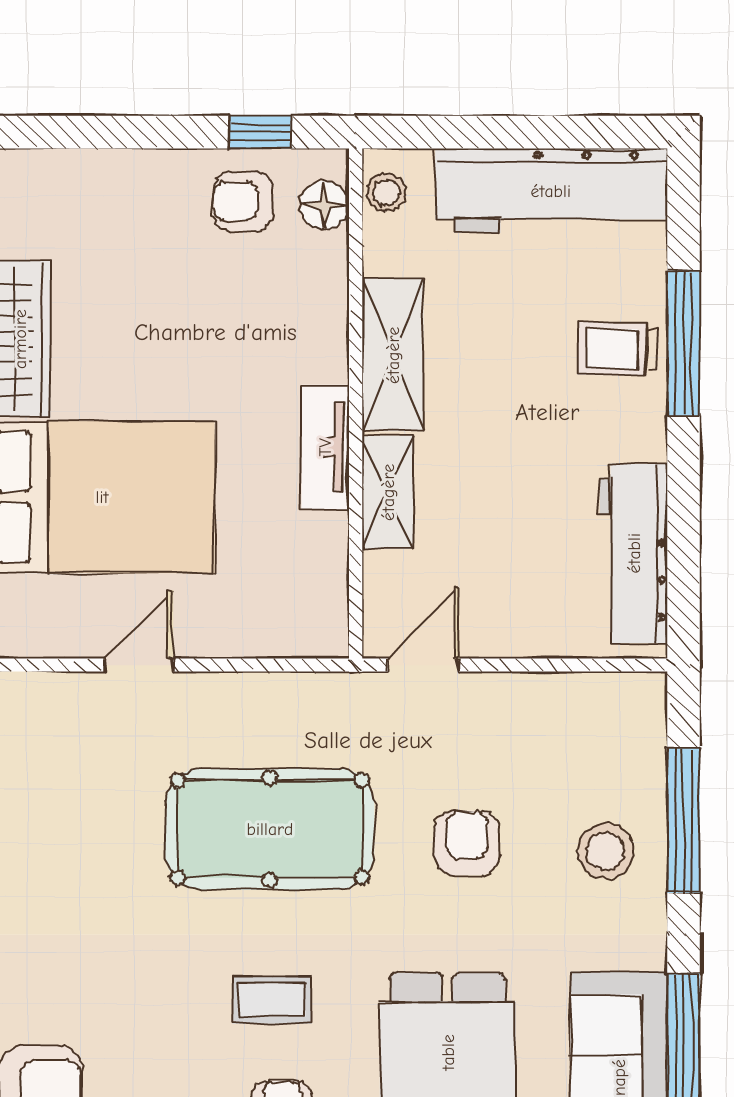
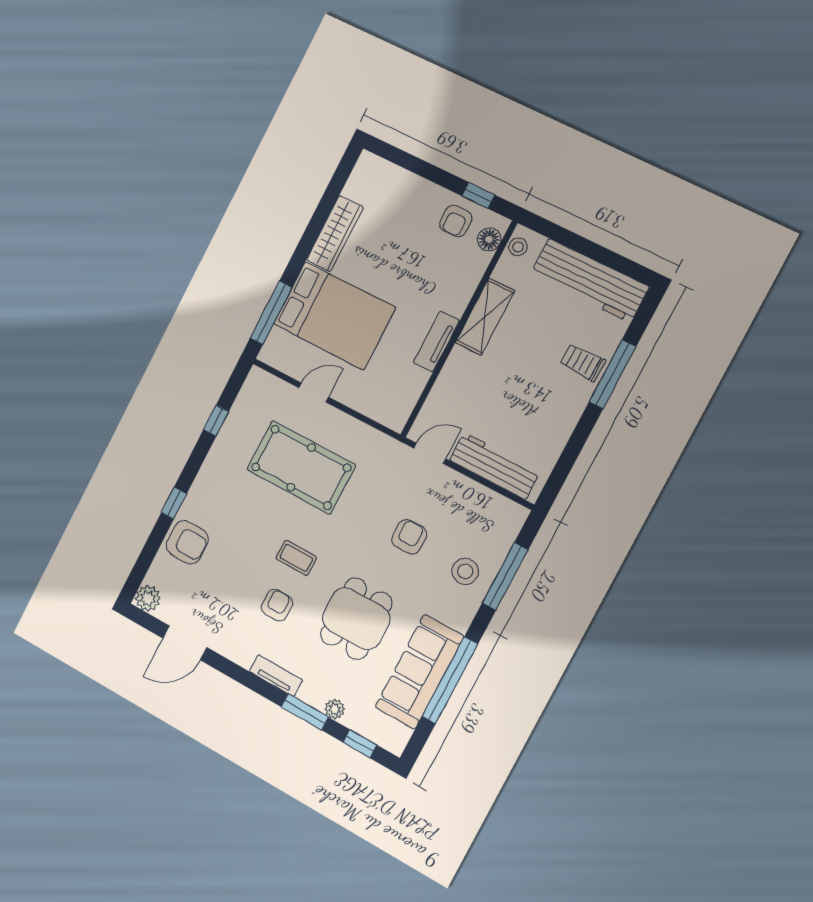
armchair: (243, 201) -> (456, 221), turned -90
shelving: (388, 492) -> (453, 373), removed
workbench: (634, 553) -> (495, 466), moved, turned 90
pool table: (270, 829) -> (301, 467), moved

